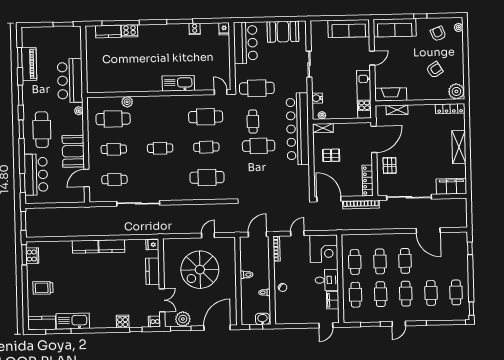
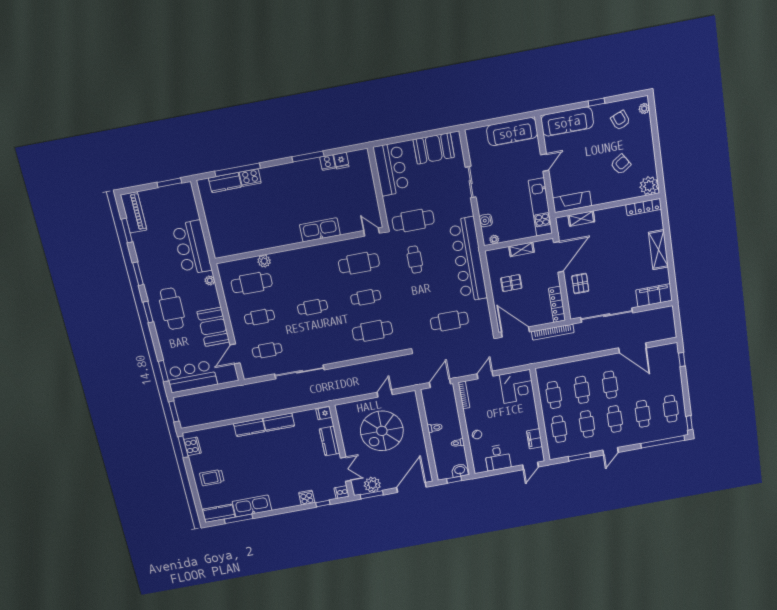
fridge: (224, 29) -> (341, 161), moved
piano: (29, 64) -> (134, 212), moved
shelving: (323, 128) -> (521, 249), moved
cafe table: (259, 146) -> (449, 321), moved
bar counter: (36, 175) -> (192, 377), moved, turned -90
desk: (327, 280) -> (498, 458), moved, turned 90

